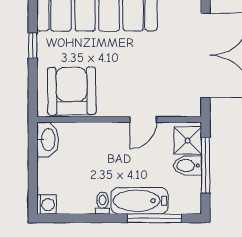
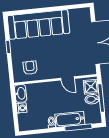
armchair: (72, 91) -> (30, 68), width x0.53, depth x0.53
door: (143, 119) -> (68, 78), hinge flipped
washing machine: (46, 205) -> (21, 108), moved

